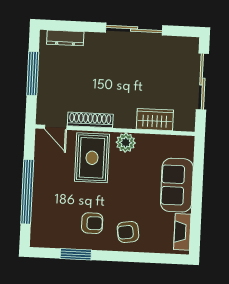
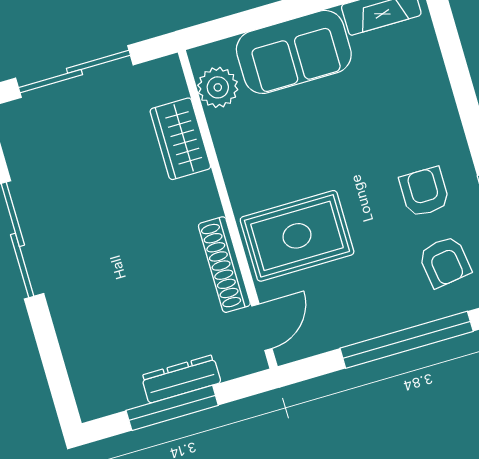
dresser: (65, 38) -> (181, 379), moved, turned -90
plant: (126, 143) -> (218, 87), moved
armchair: (128, 232) -> (445, 262), moved

